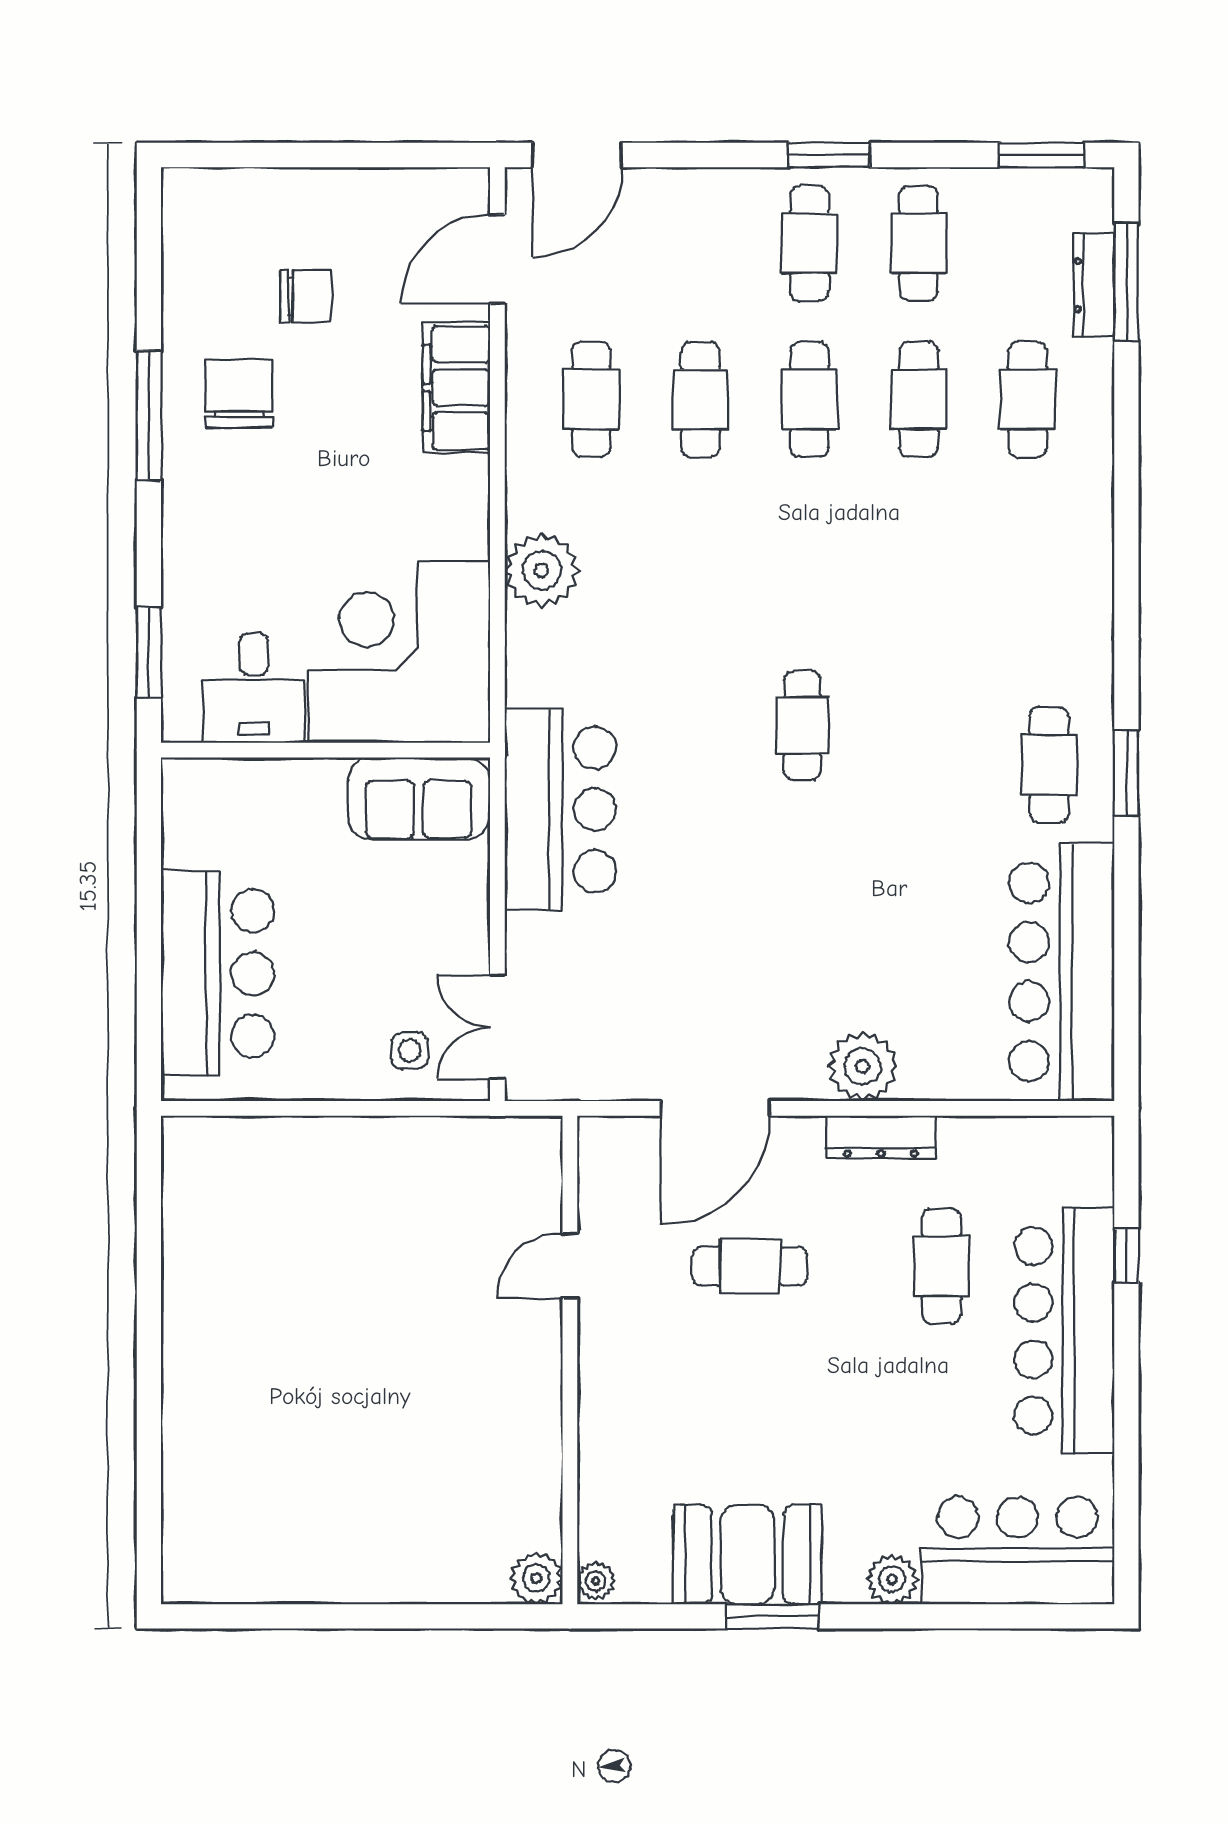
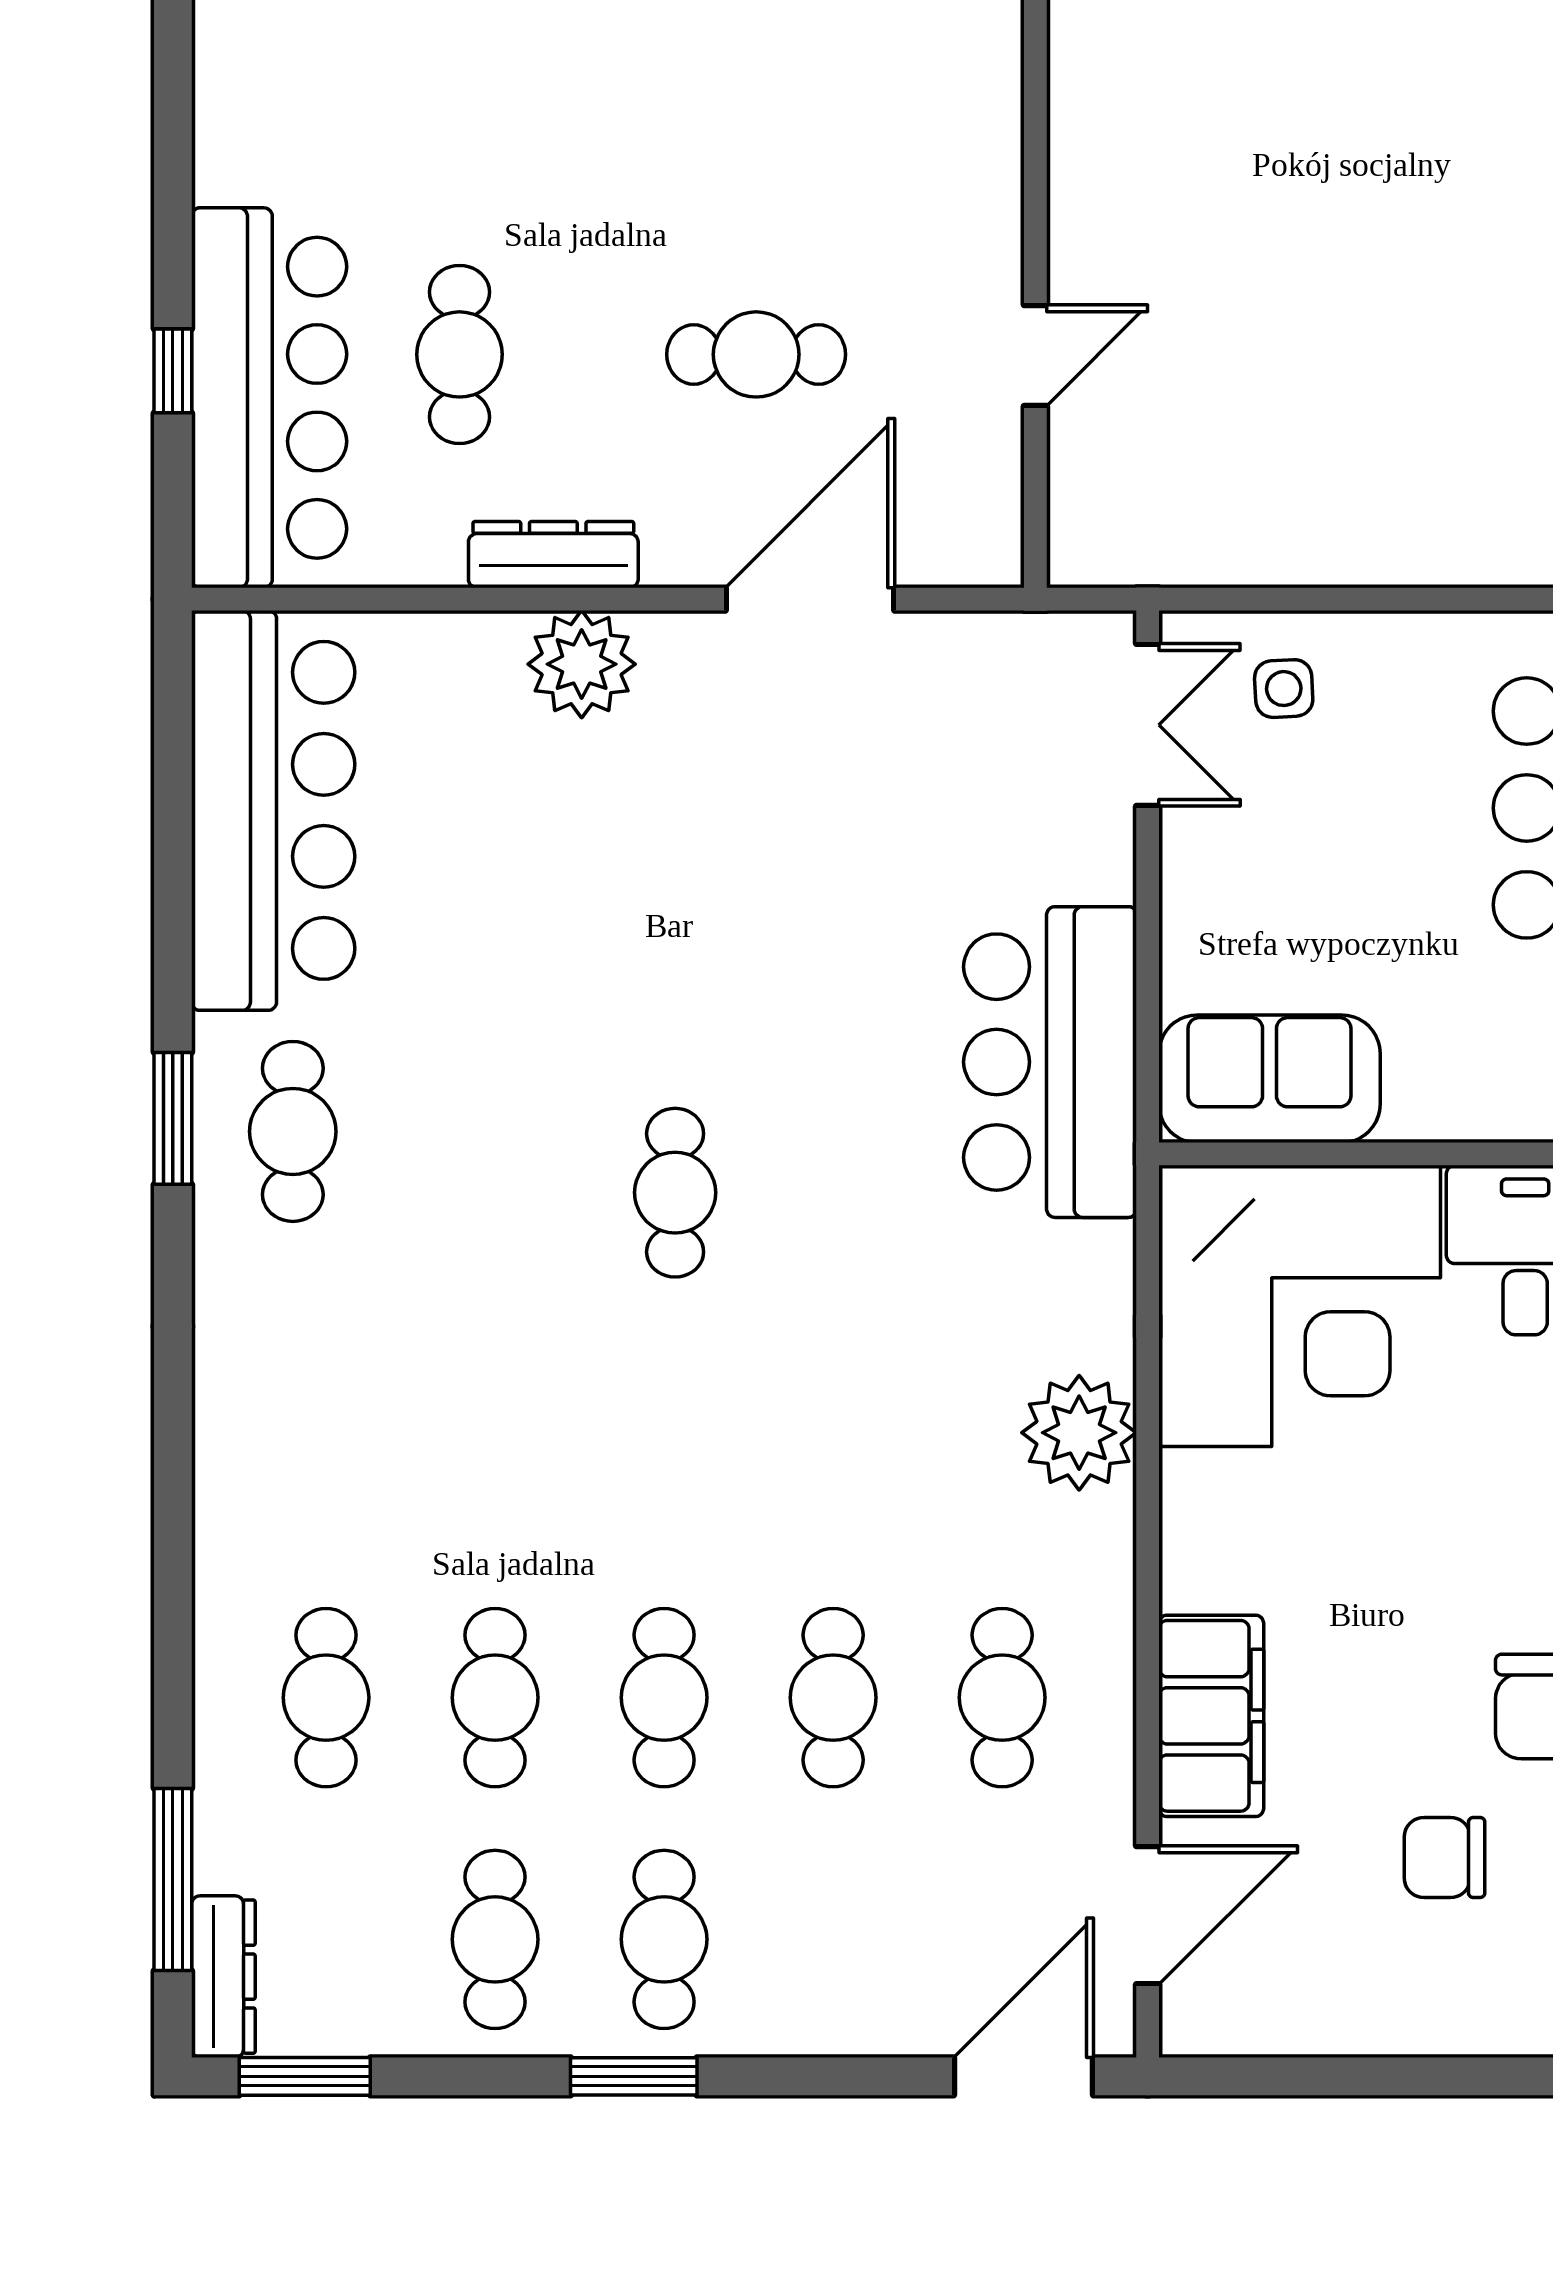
dresser: (1094, 285) -> (223, 1977), moved
bar counter: (1064, 1331) -> (269, 398), moved

